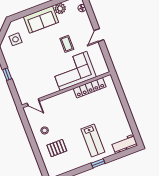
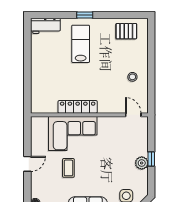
plant: (13, 68) -> (142, 163), added
locker: (90, 88) -> (78, 107), moved
pallet: (57, 148) -> (126, 31), moved

